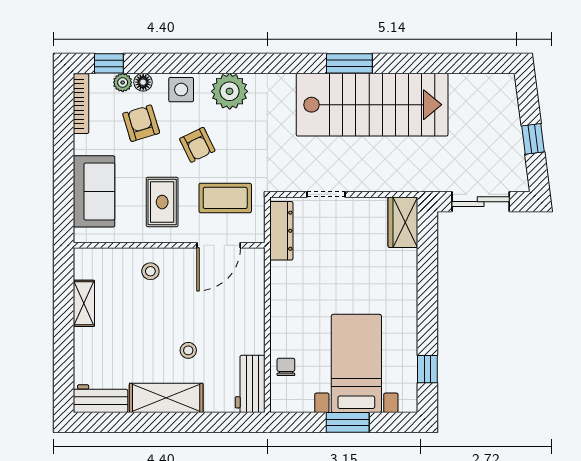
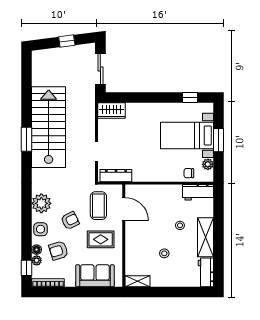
stool: (150, 271) -> (164, 253), moved
shelving: (84, 303) -> (137, 281), moved
plant: (303, 402) -> (208, 164), added

